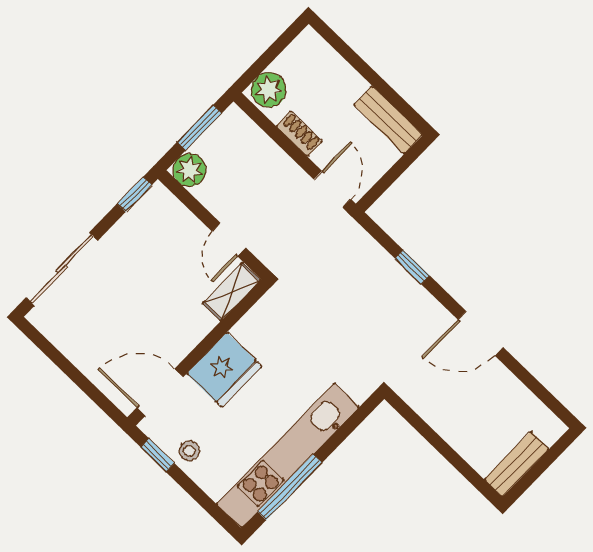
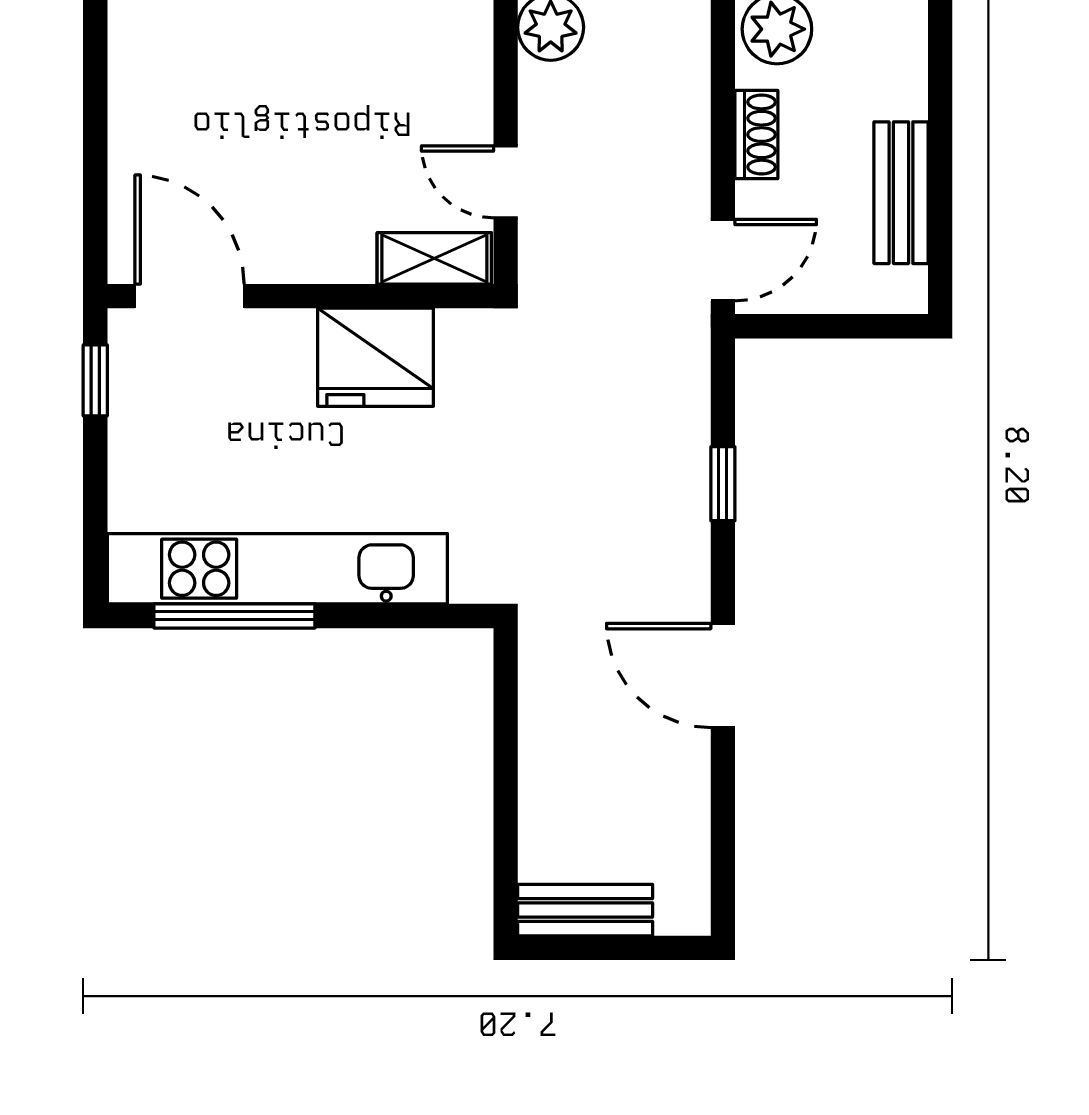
bench: (388, 120) -> (901, 193), moved
door: (229, 240) -> (506, 182), hinge flipped
fridge: (224, 370) -> (376, 357), moved
stool: (189, 451) -> (146, 421), removed

